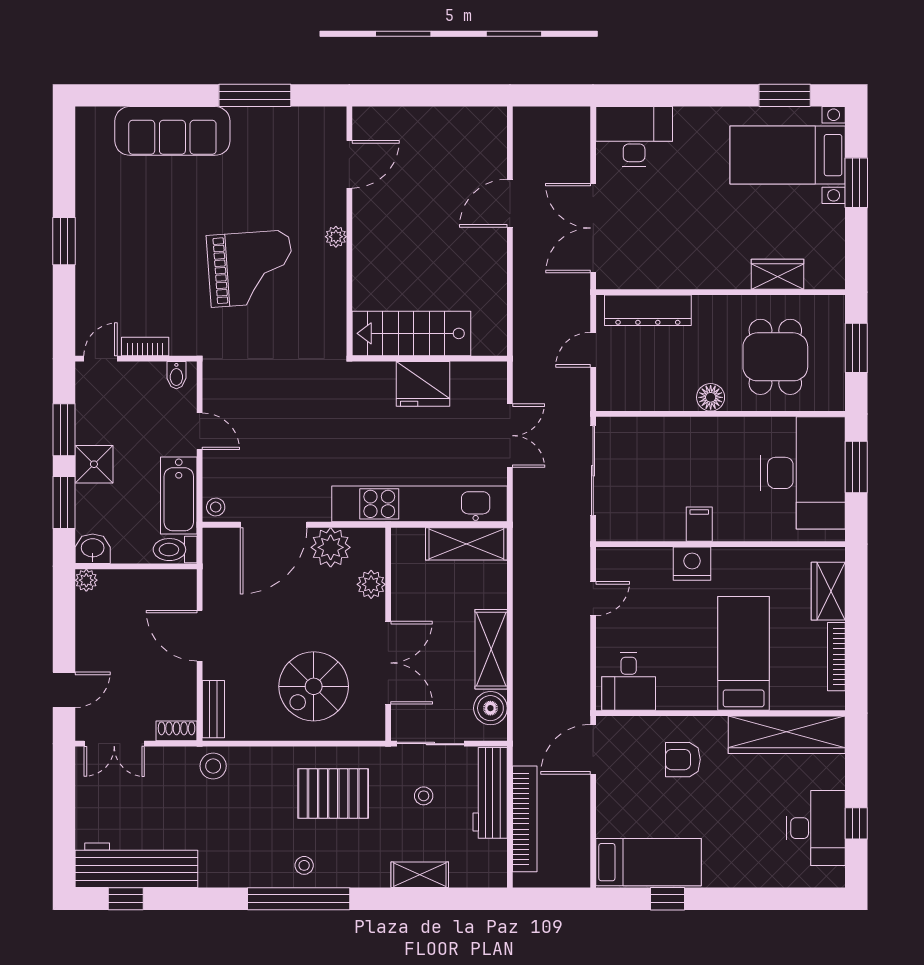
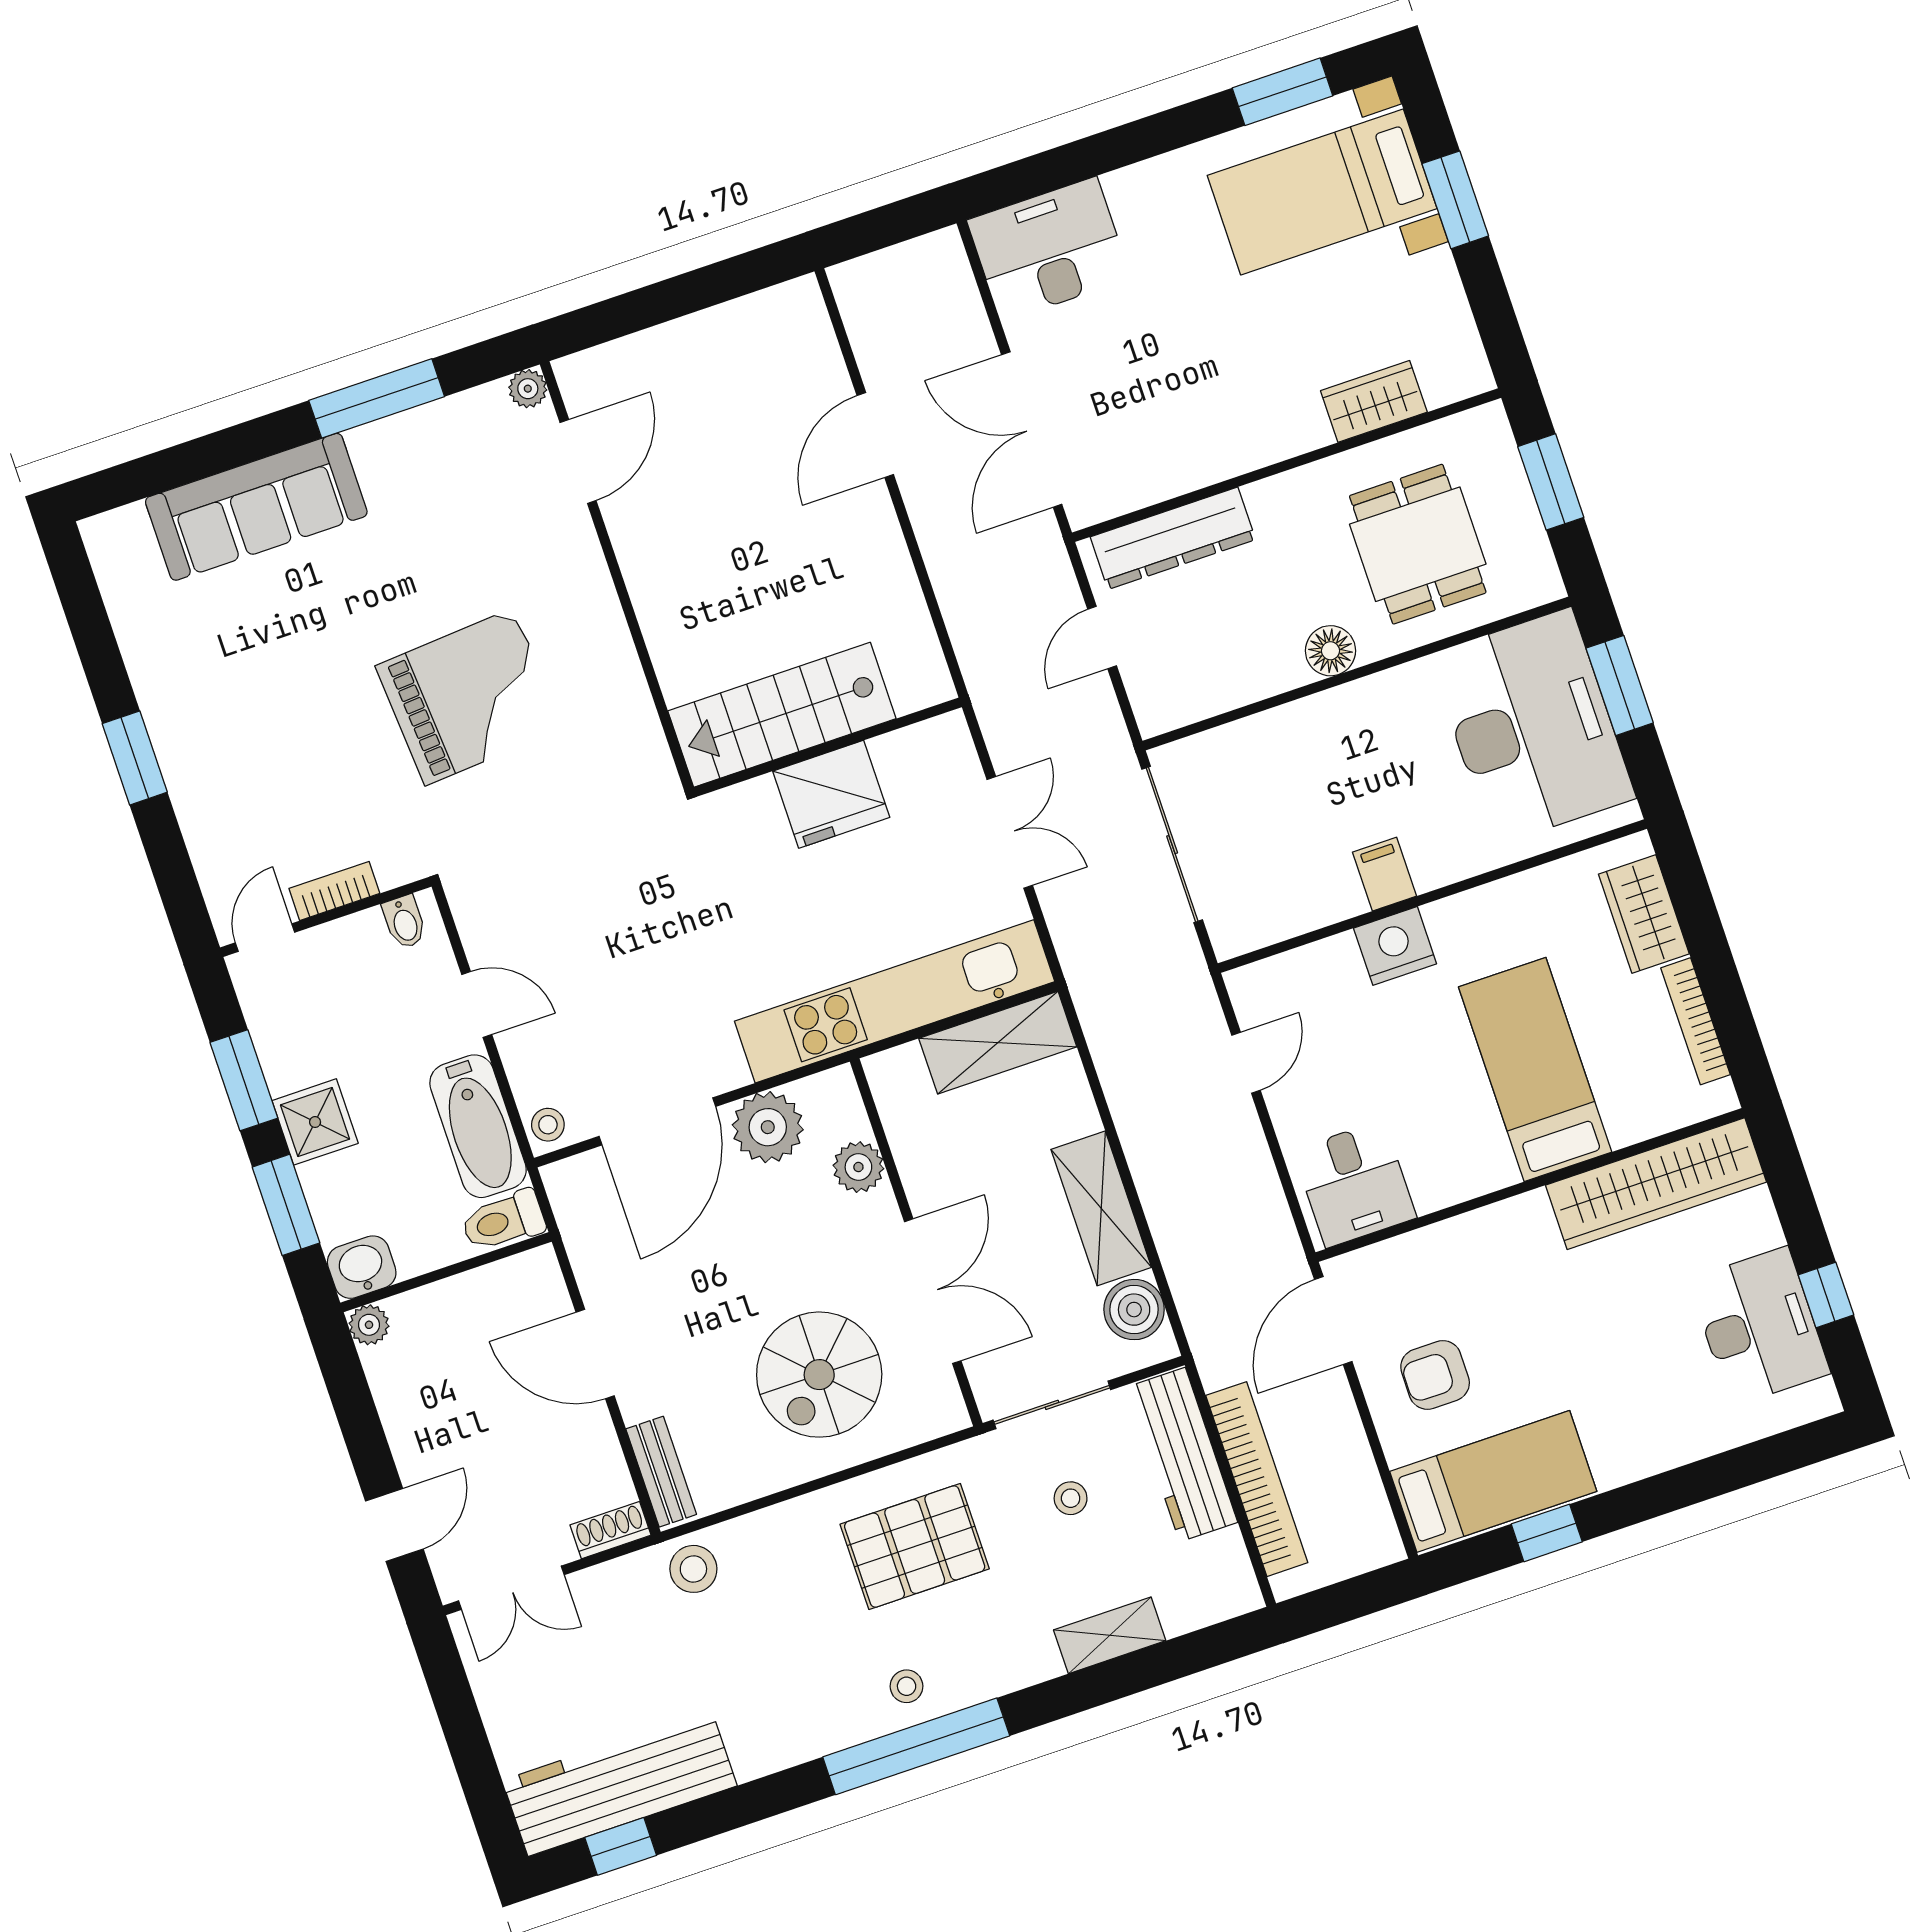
plant: (336, 237) -> (528, 389), moved
armchair: (683, 760) -> (1435, 1375), moved

